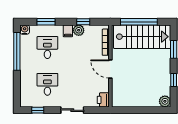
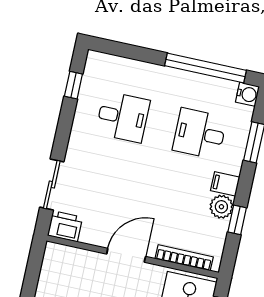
desk: (47, 48) -> (200, 134), turned 180
sliding door: (72, 110) -> (52, 185), moved

